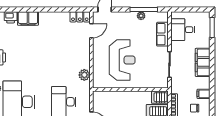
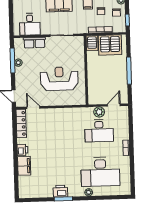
printer: (11, 17) -> (22, 150), moved
locker: (80, 17) -> (21, 123), width x1.53
plant: (84, 75) -> (99, 112), moved

